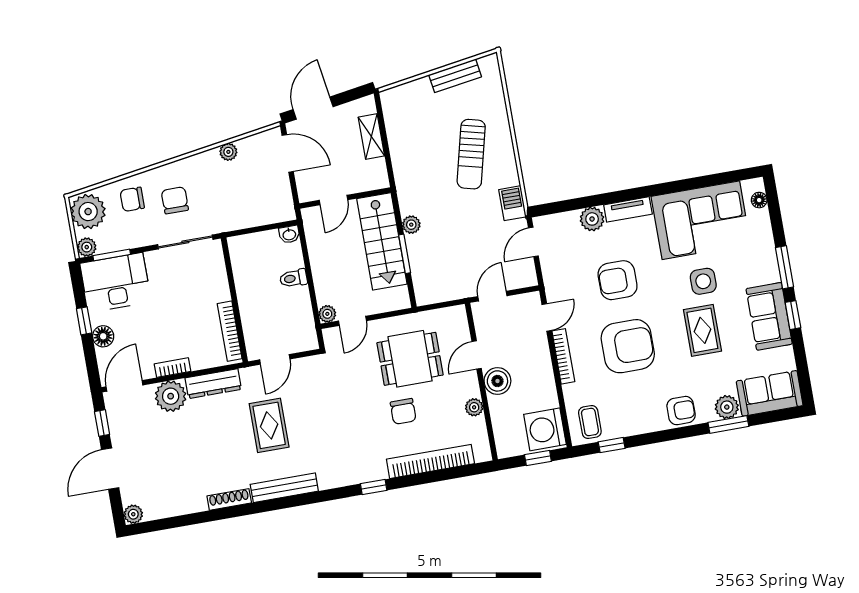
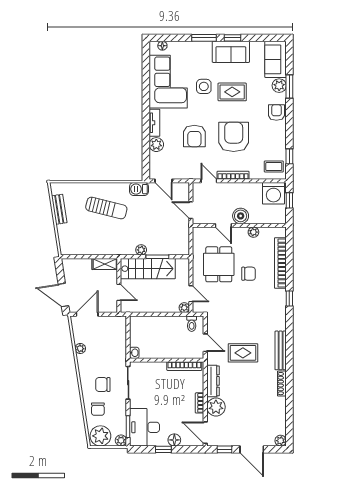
shelving: (371, 136) -> (105, 264), moved
washbasin: (289, 234) -> (134, 353), moved
toilet: (293, 278) -> (192, 324), moved

